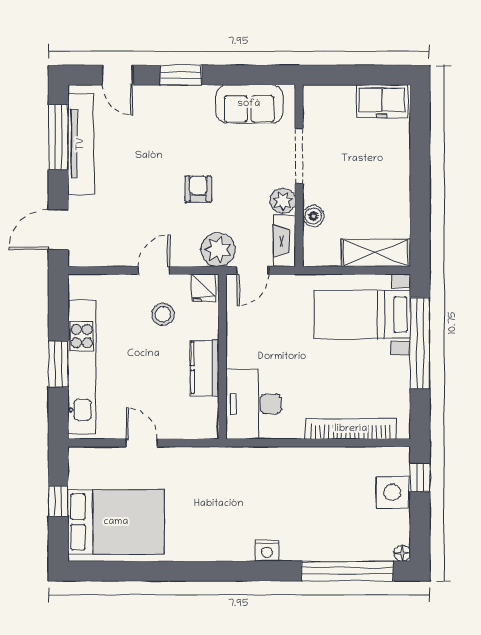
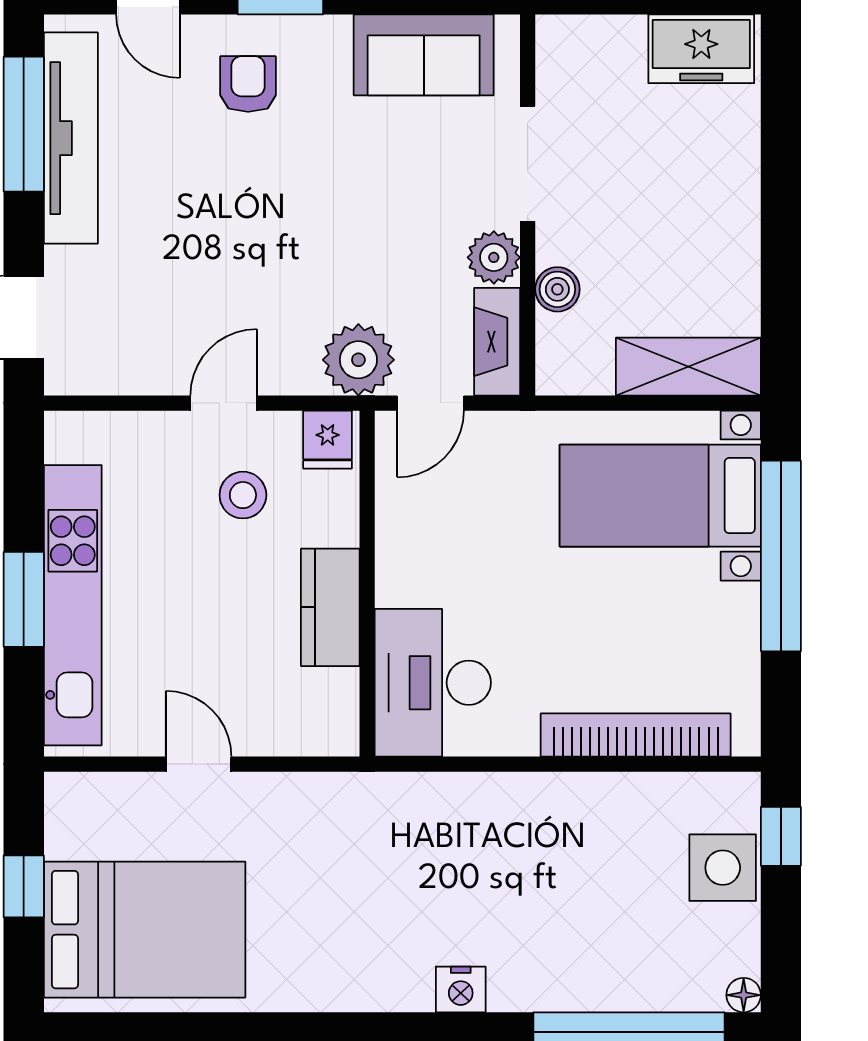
armchair: (198, 189) -> (248, 84), moved

